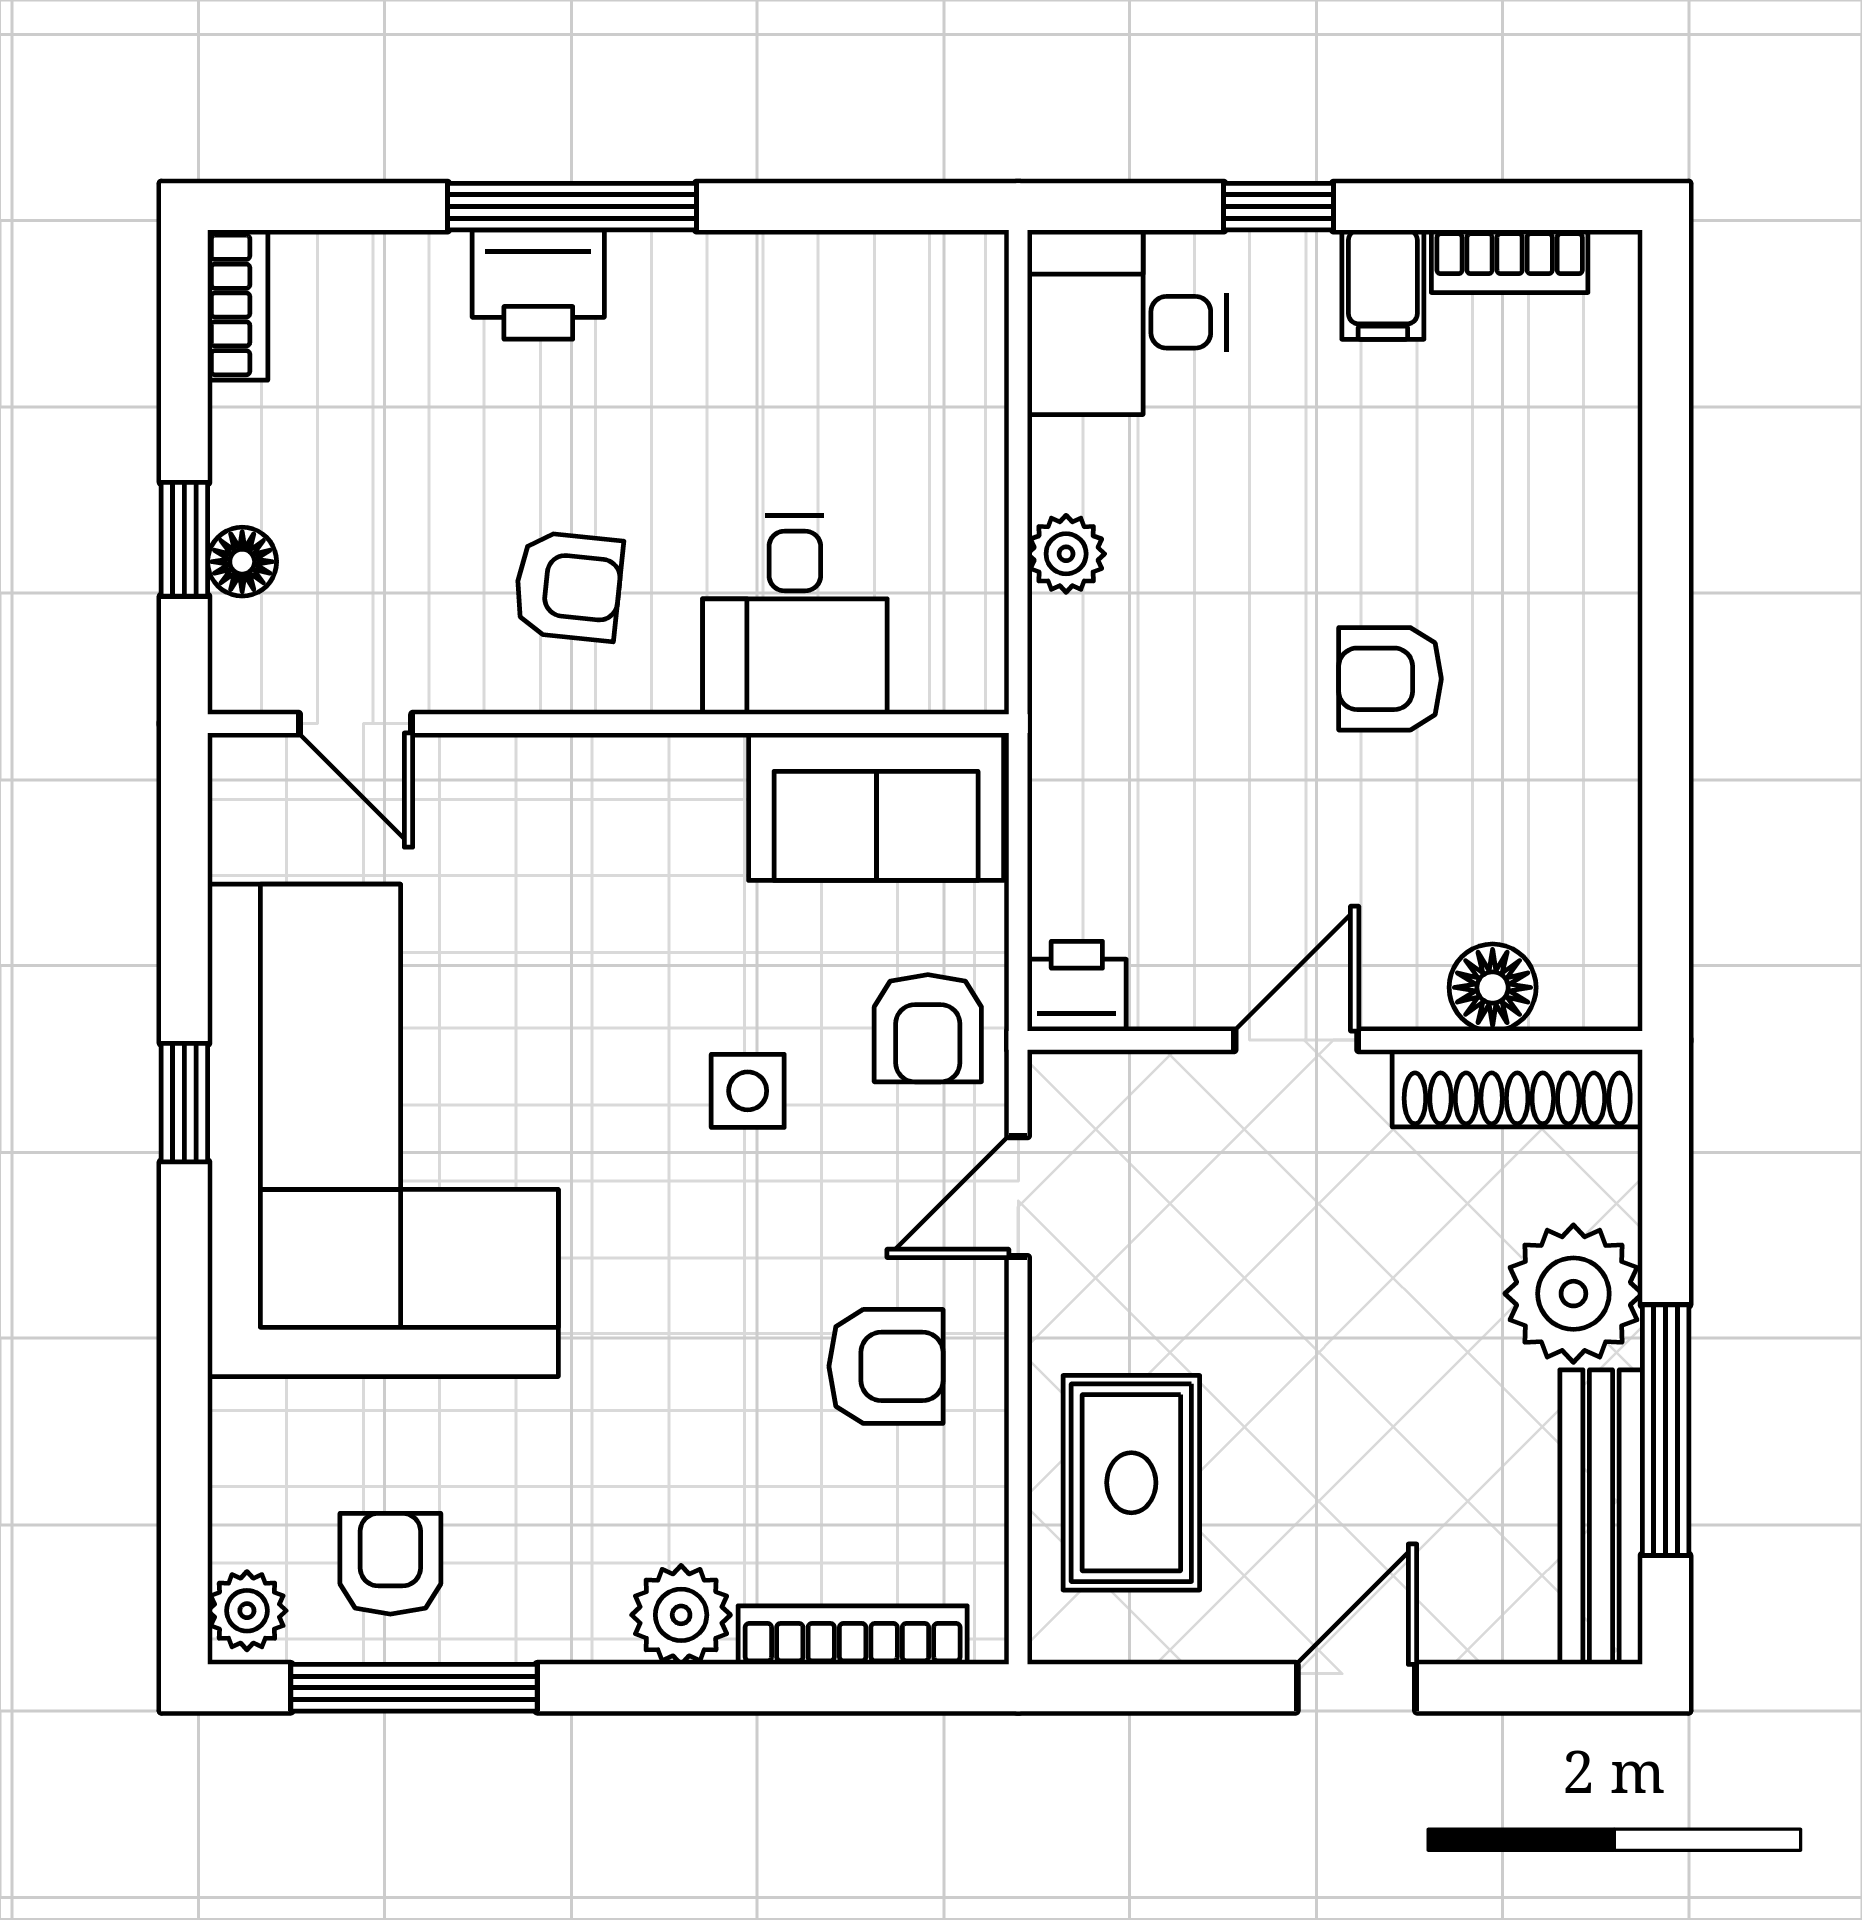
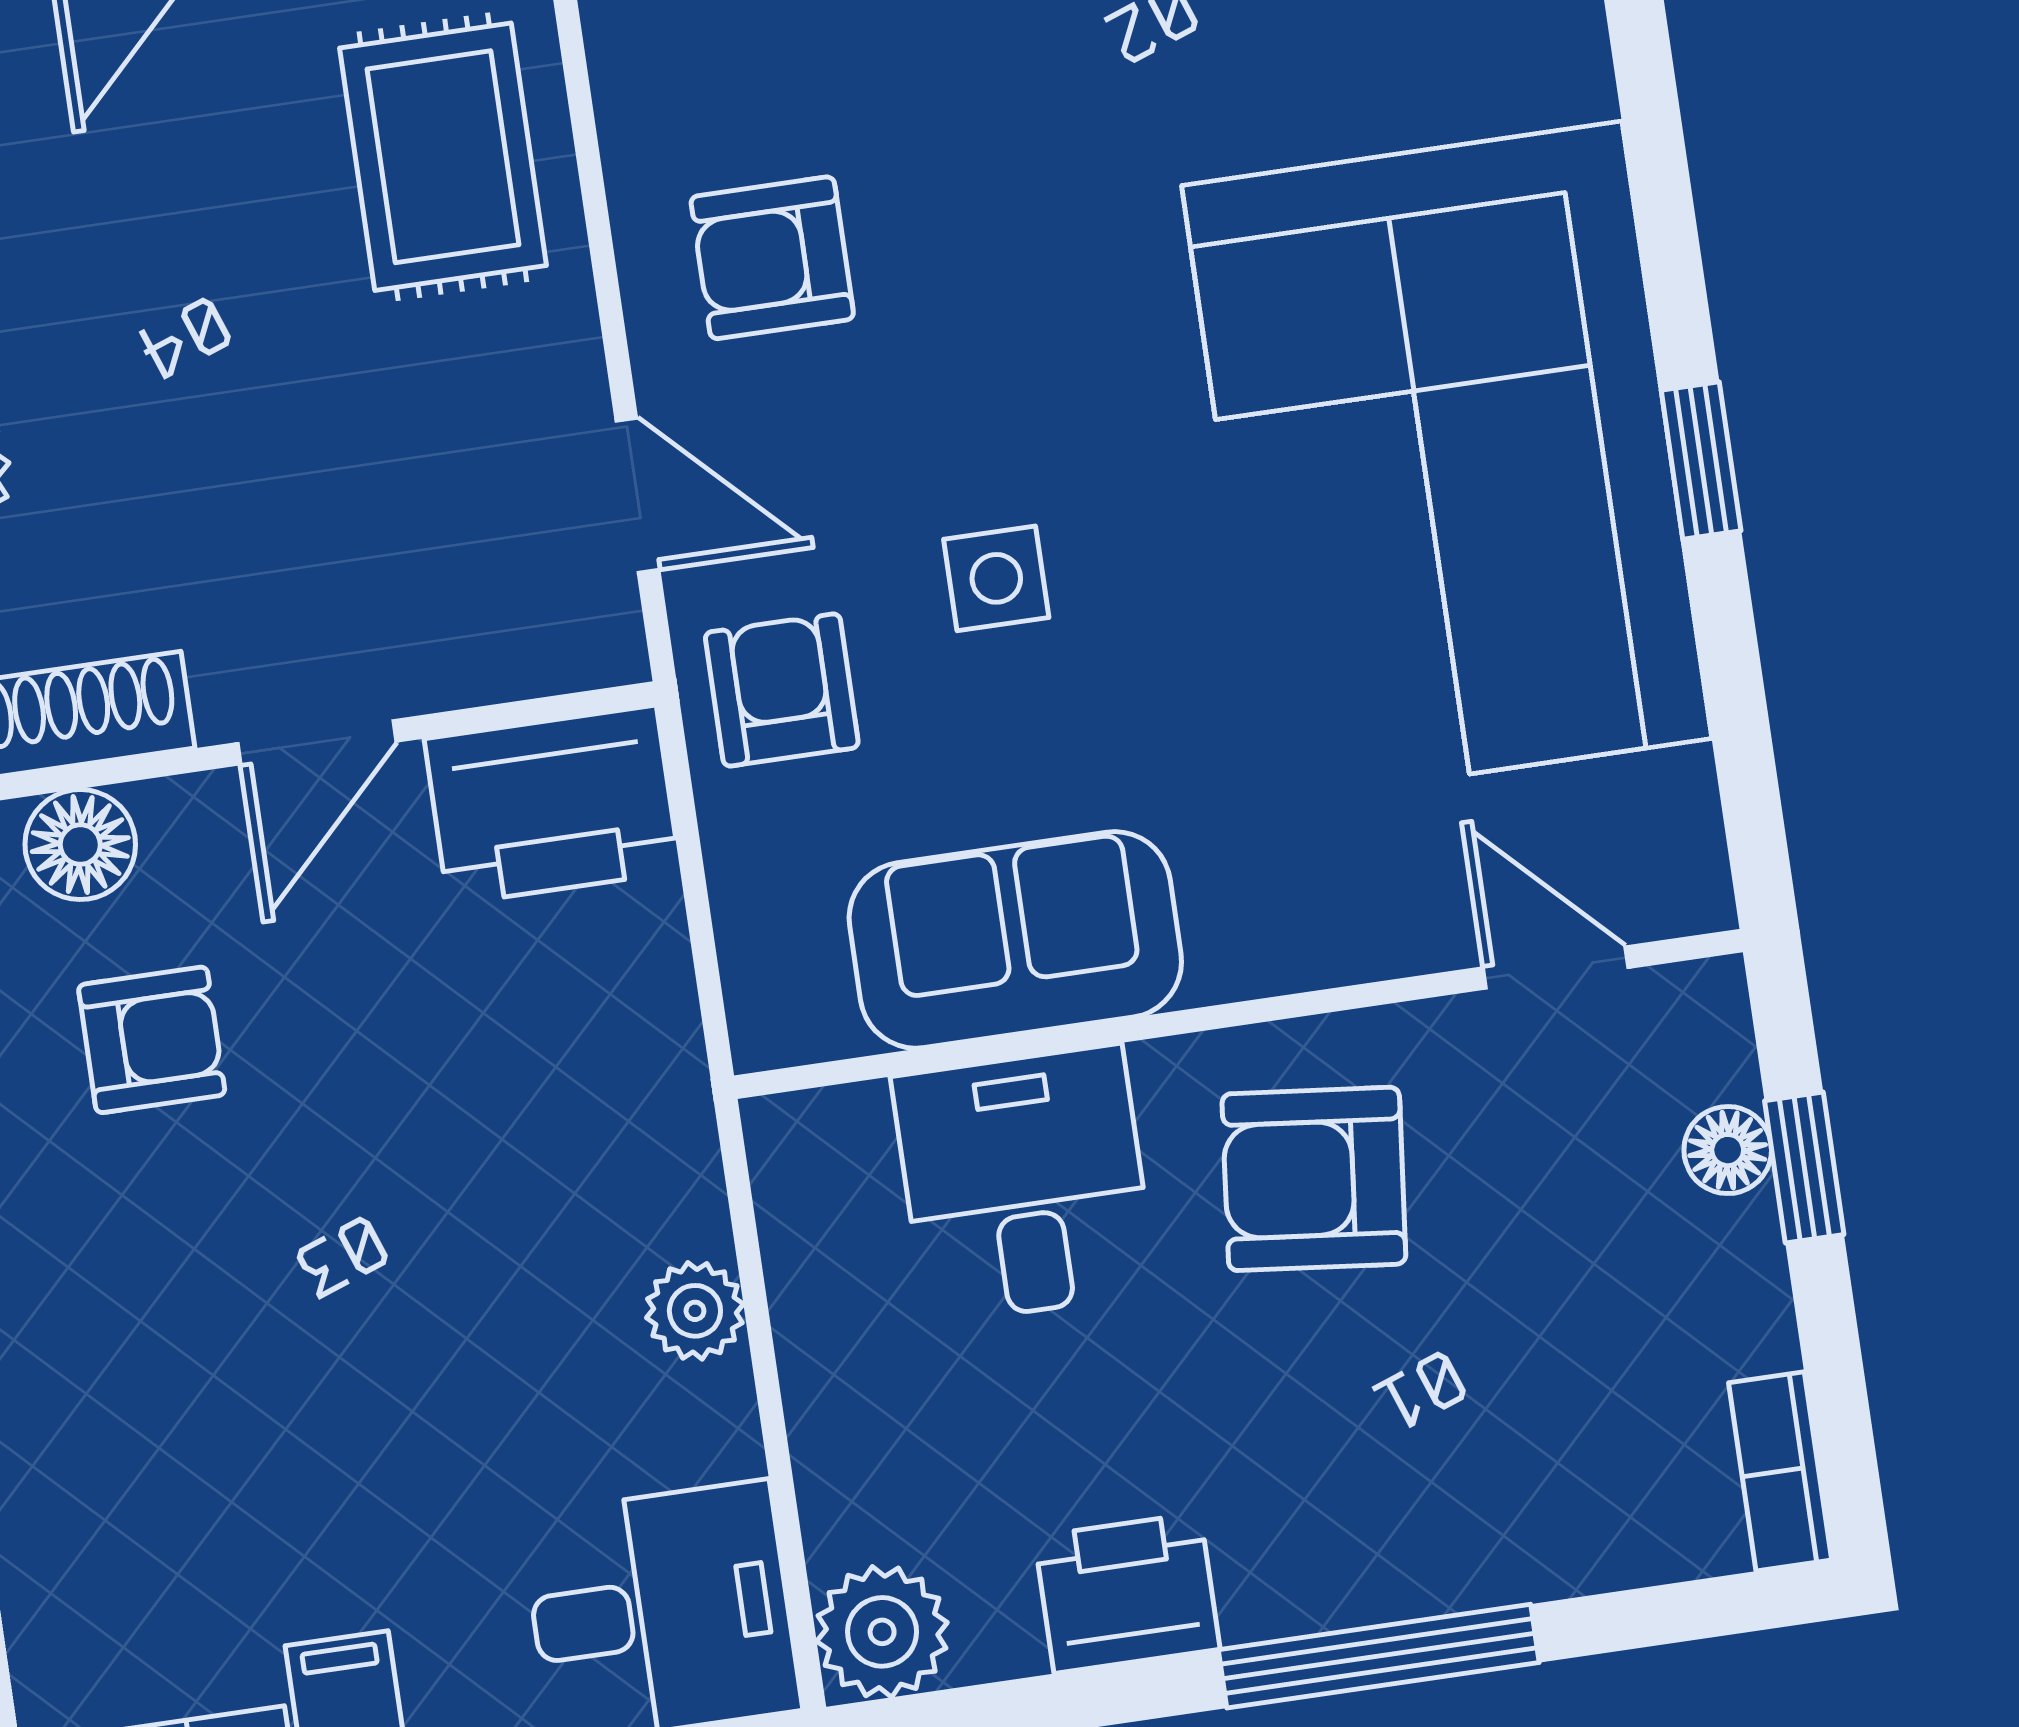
plant: (957, 282) -> (882, 1632), added
printer: (538, 285) -> (1127, 1593), moved
armchair: (568, 586) -> (1314, 1179), width x1.38, depth x1.38
armchair: (1390, 679) -> (152, 1040), moved
sofa: (876, 807) -> (1015, 940), moved
printer: (1077, 986) -> (552, 805), width x1.87, depth x1.48
door: (1018, 1197) -> (637, 495), hinge flipped

